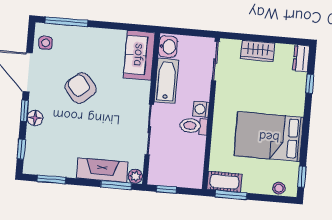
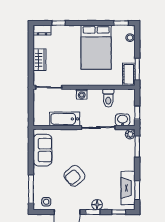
washbasin: (168, 47) -> (123, 120), moved
sofa: (139, 55) -> (42, 150), moved, turned -90
toilet: (194, 126) -> (108, 98), moved
fireplace: (102, 170) -> (128, 188), moved

